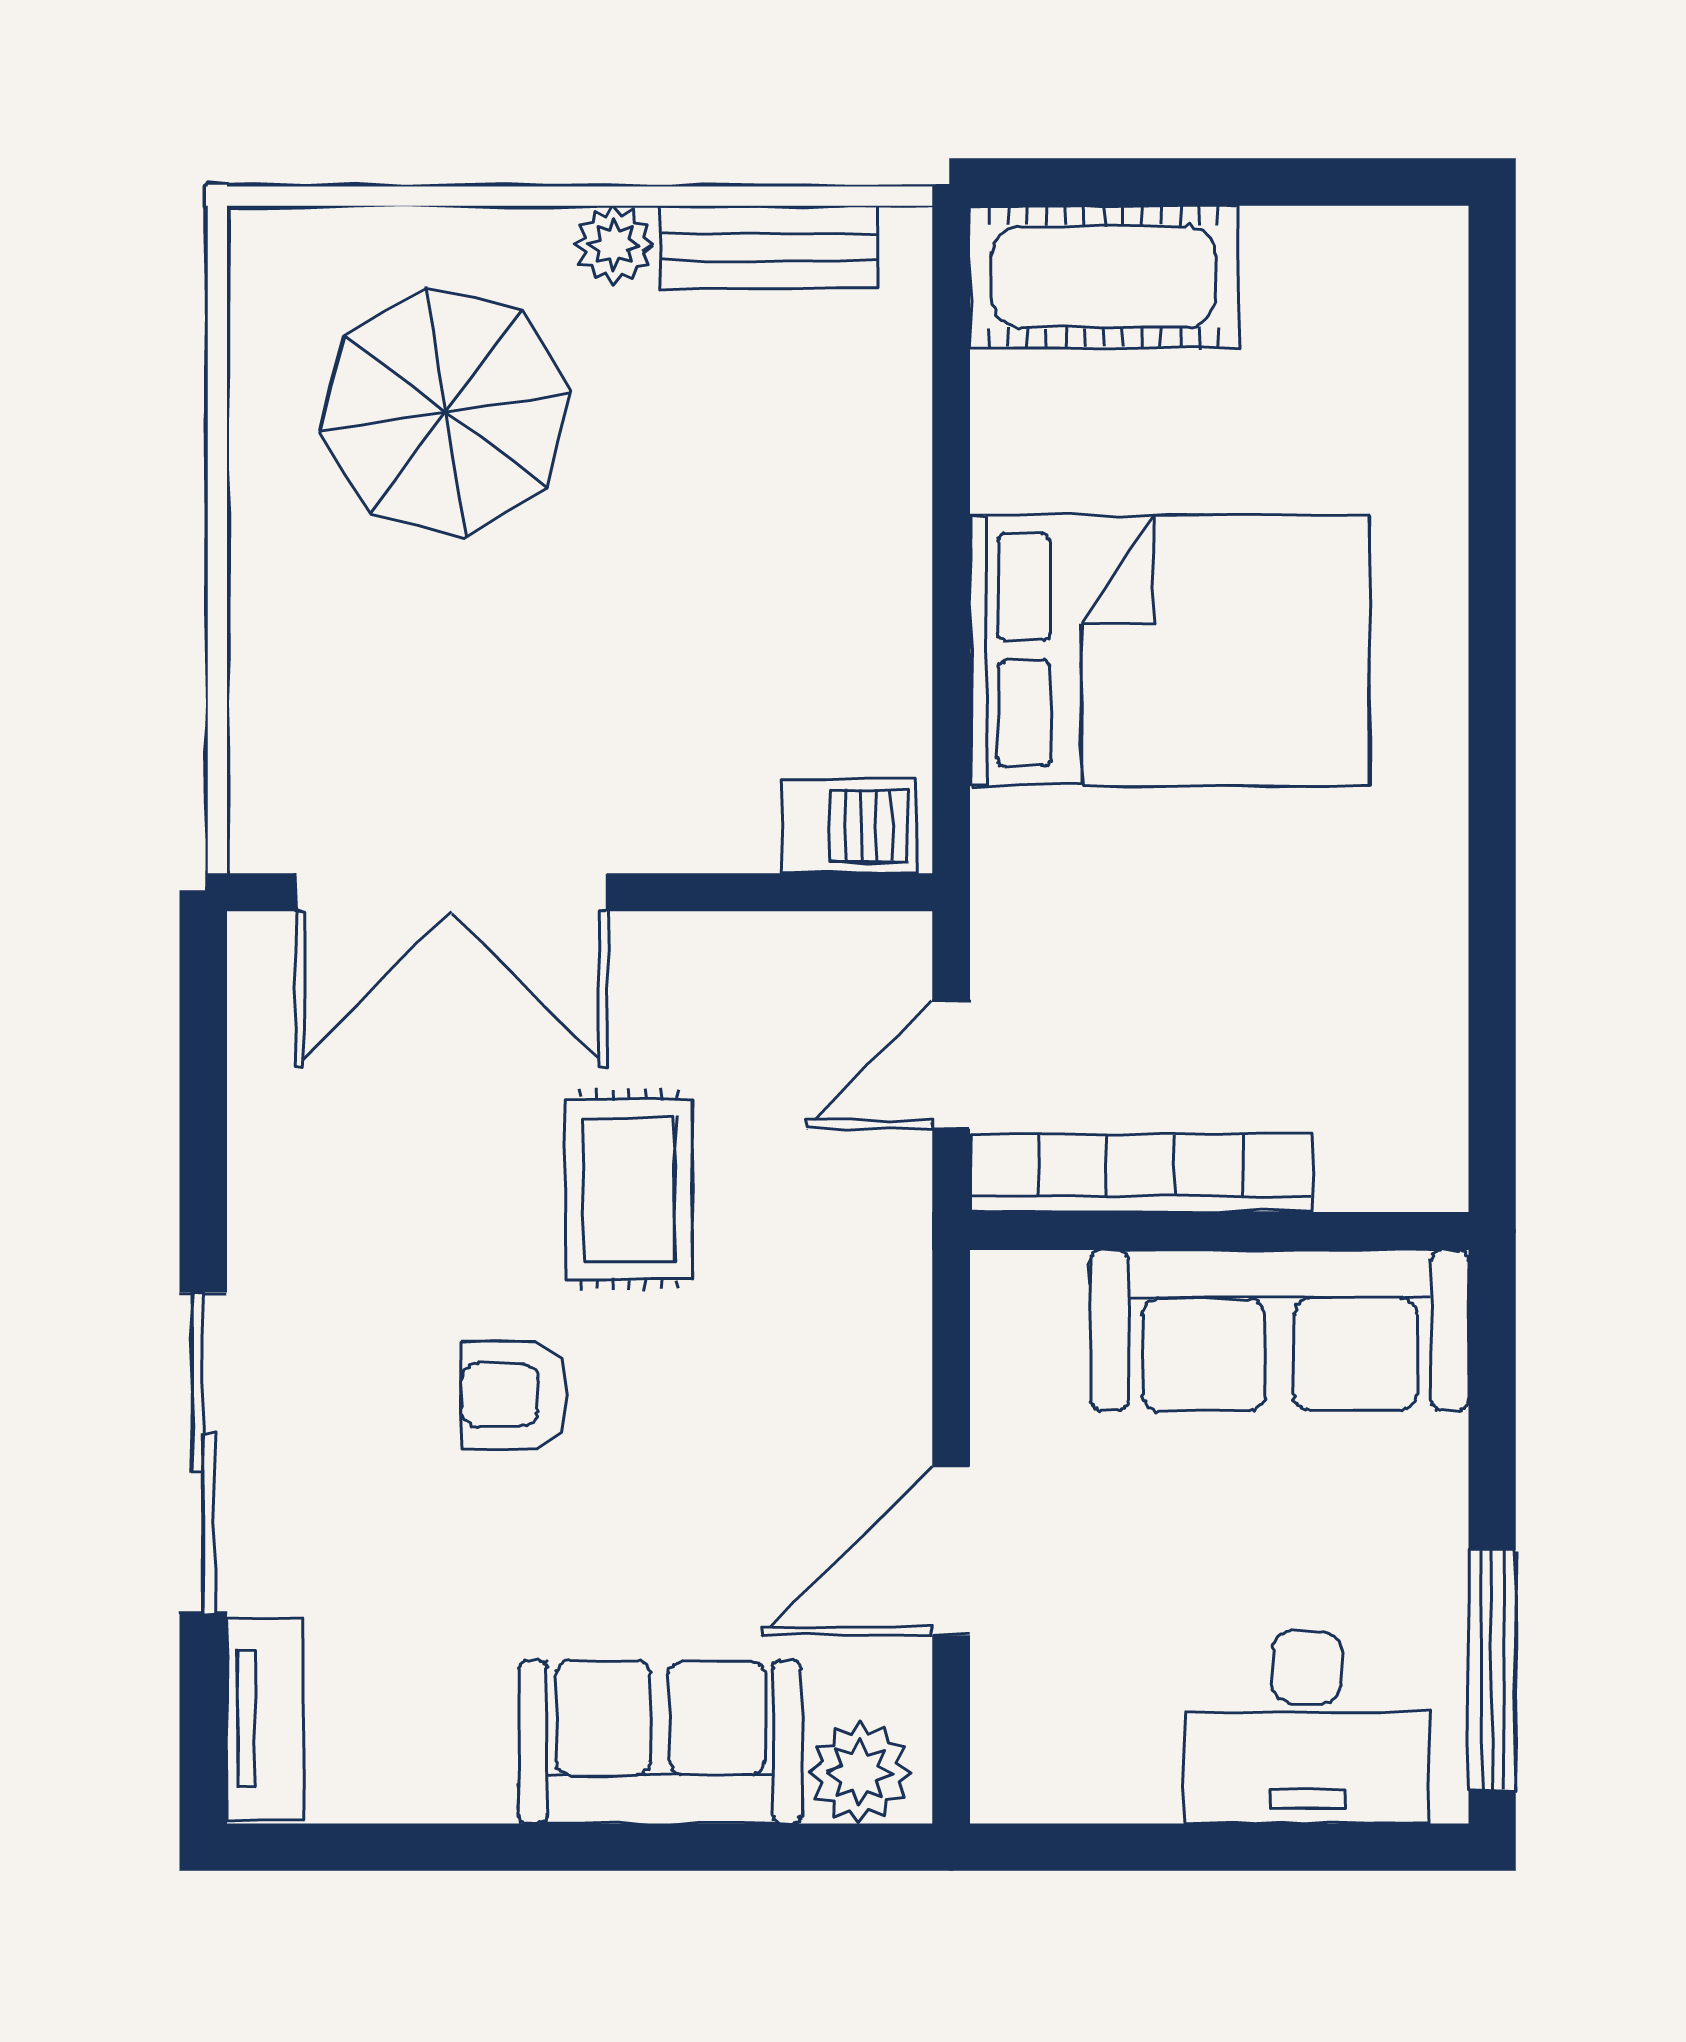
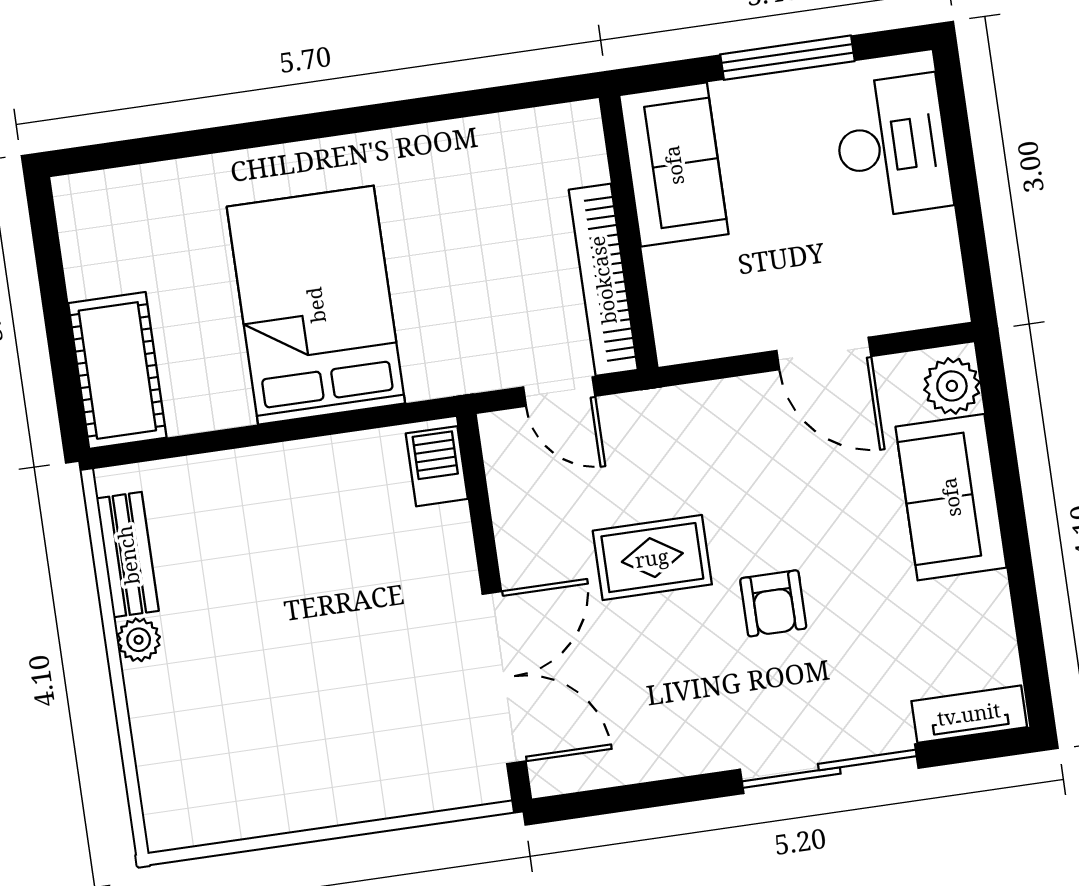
parasol: (446, 412) -> (243, 718), removed
sofa: (1279, 1330) -> (674, 165), width x0.73
window: (1492, 1670) -> (787, 58), moved

